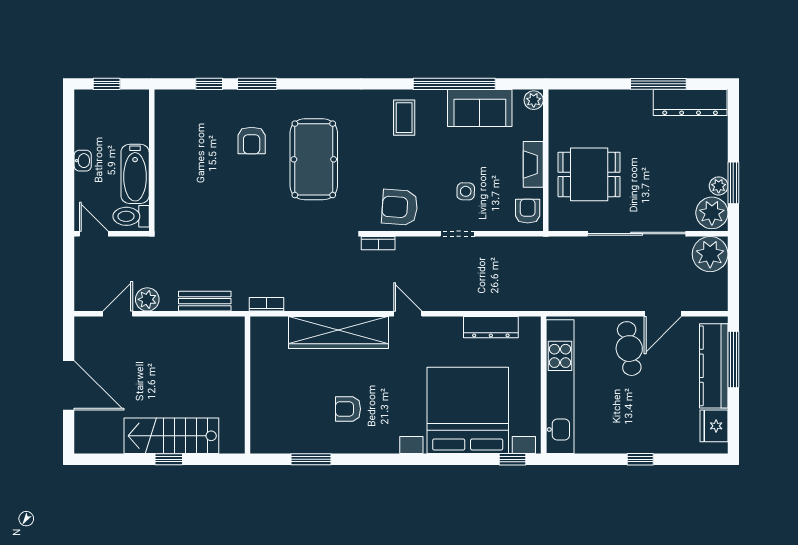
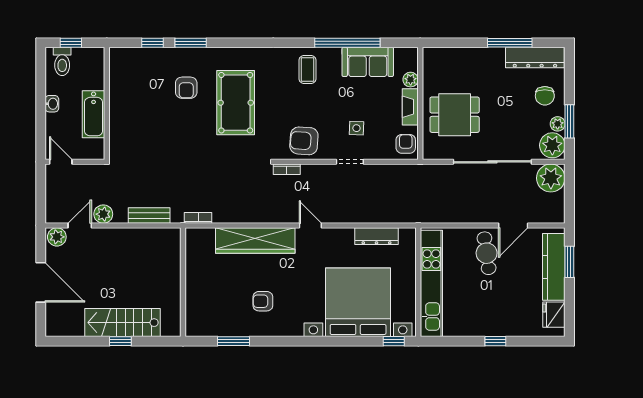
plant: (534, 100) -> (411, 80), moved
chair: (702, 151) -> (545, 96), added
toilet: (131, 216) -> (62, 61), moved, turned -90
plant: (89, 328) -> (57, 237), added
window: (733, 360) -> (569, 262), width x0.69

